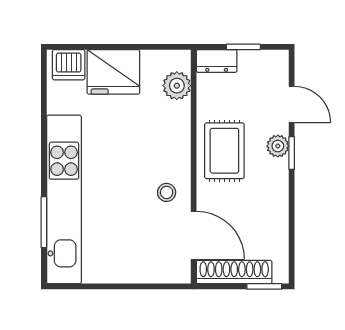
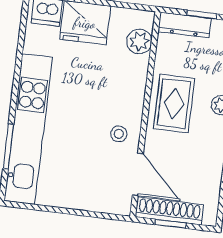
dresser: (217, 61) -> (185, 25), width x1.44
window: (264, 286) -> (170, 224), moved

